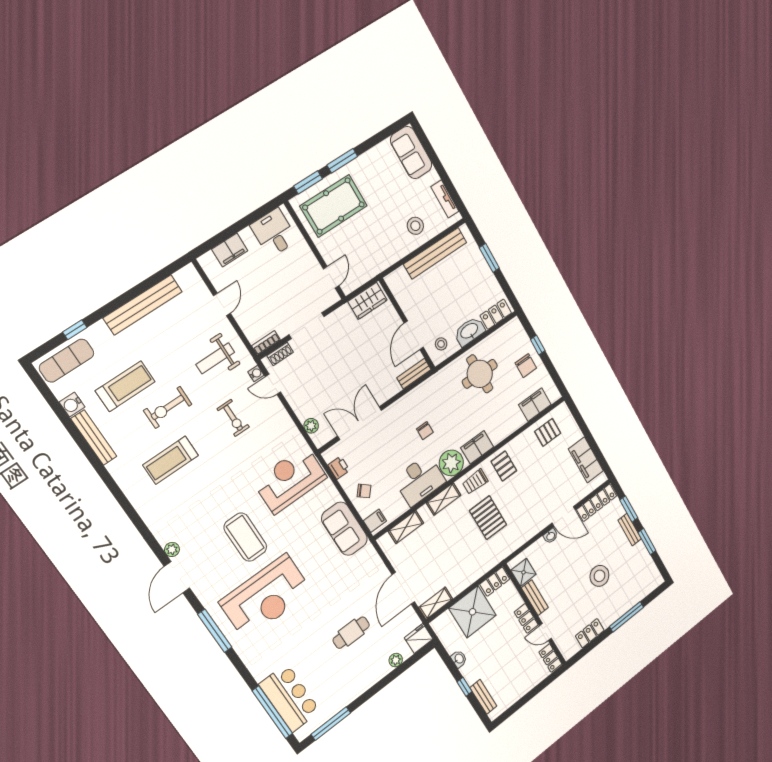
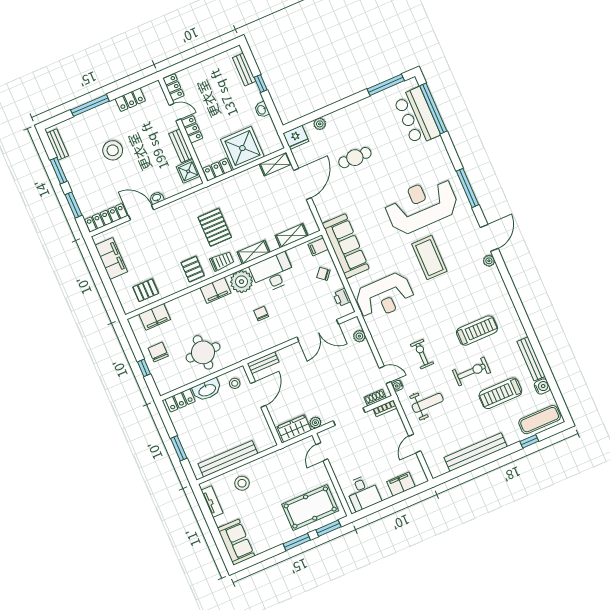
plant: (344, 312) -> (315, 423), added
sofa: (344, 529) -> (346, 246), width x1.36
bench: (630, 530) -> (57, 145), moved

